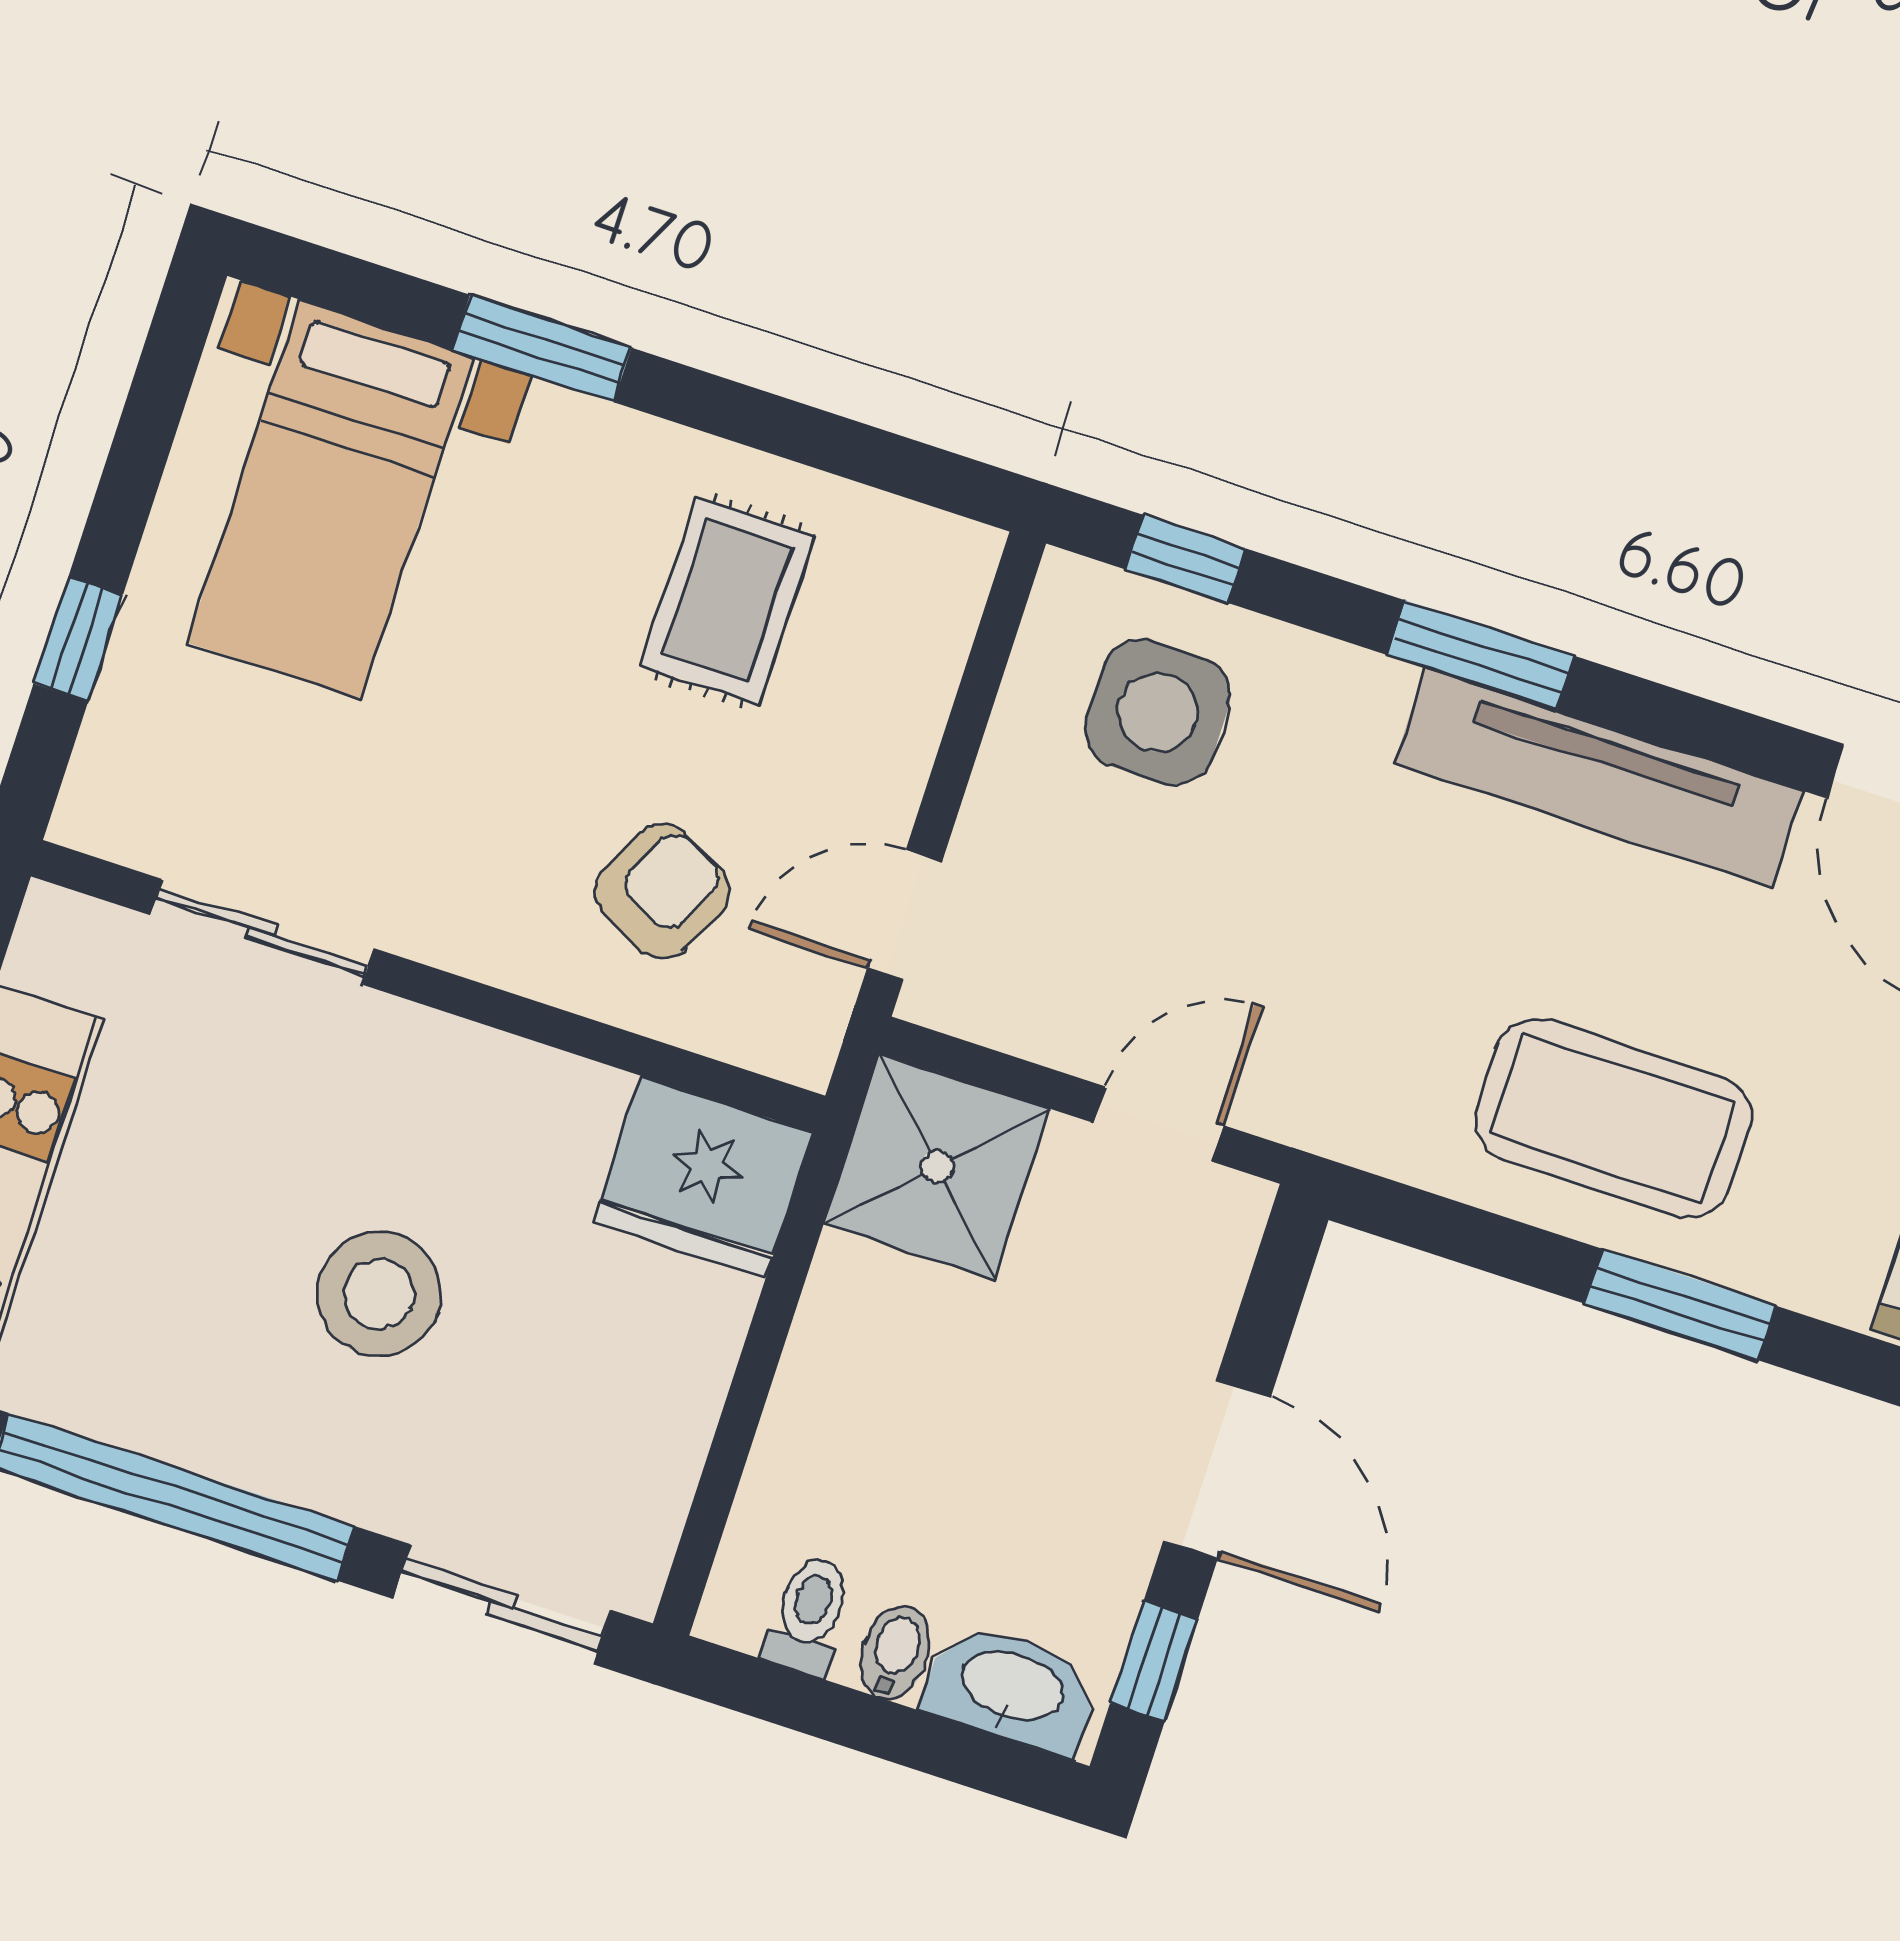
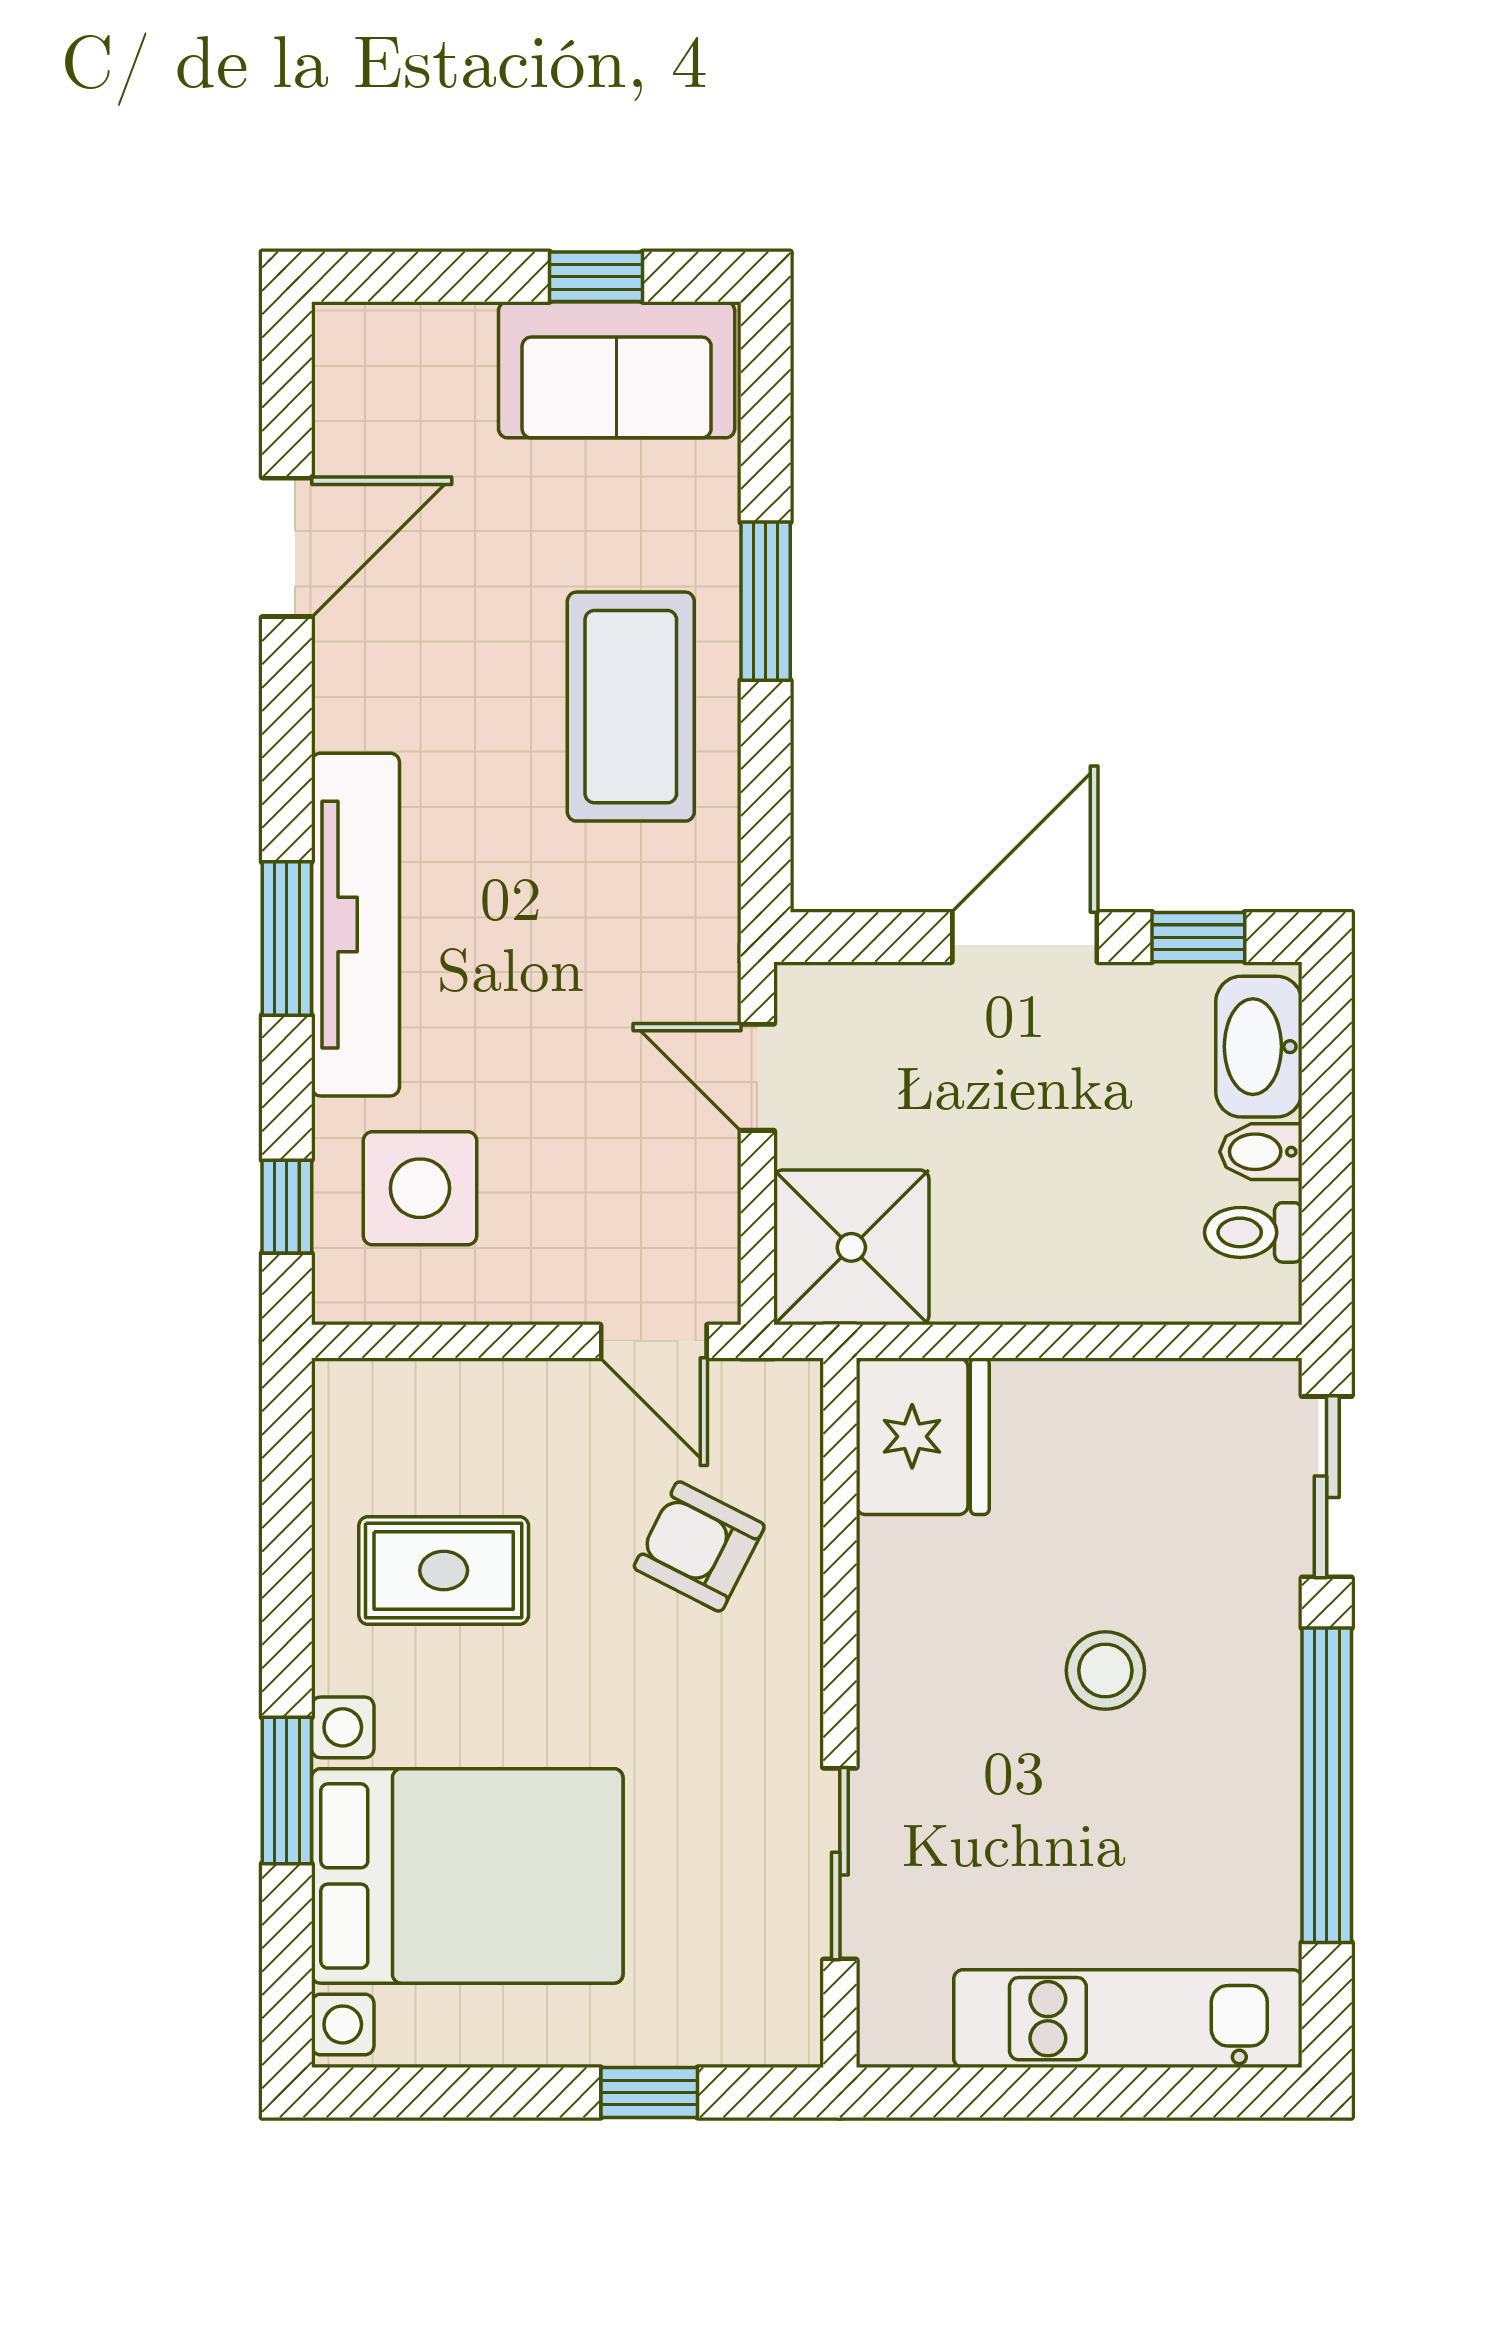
bed with nightstands: (330, 499) -> (467, 1876), width x1.36
tv unit: (1599, 778) -> (355, 925), moved
stool: (379, 1294) -> (1105, 1671), width x0.73, depth x0.73

